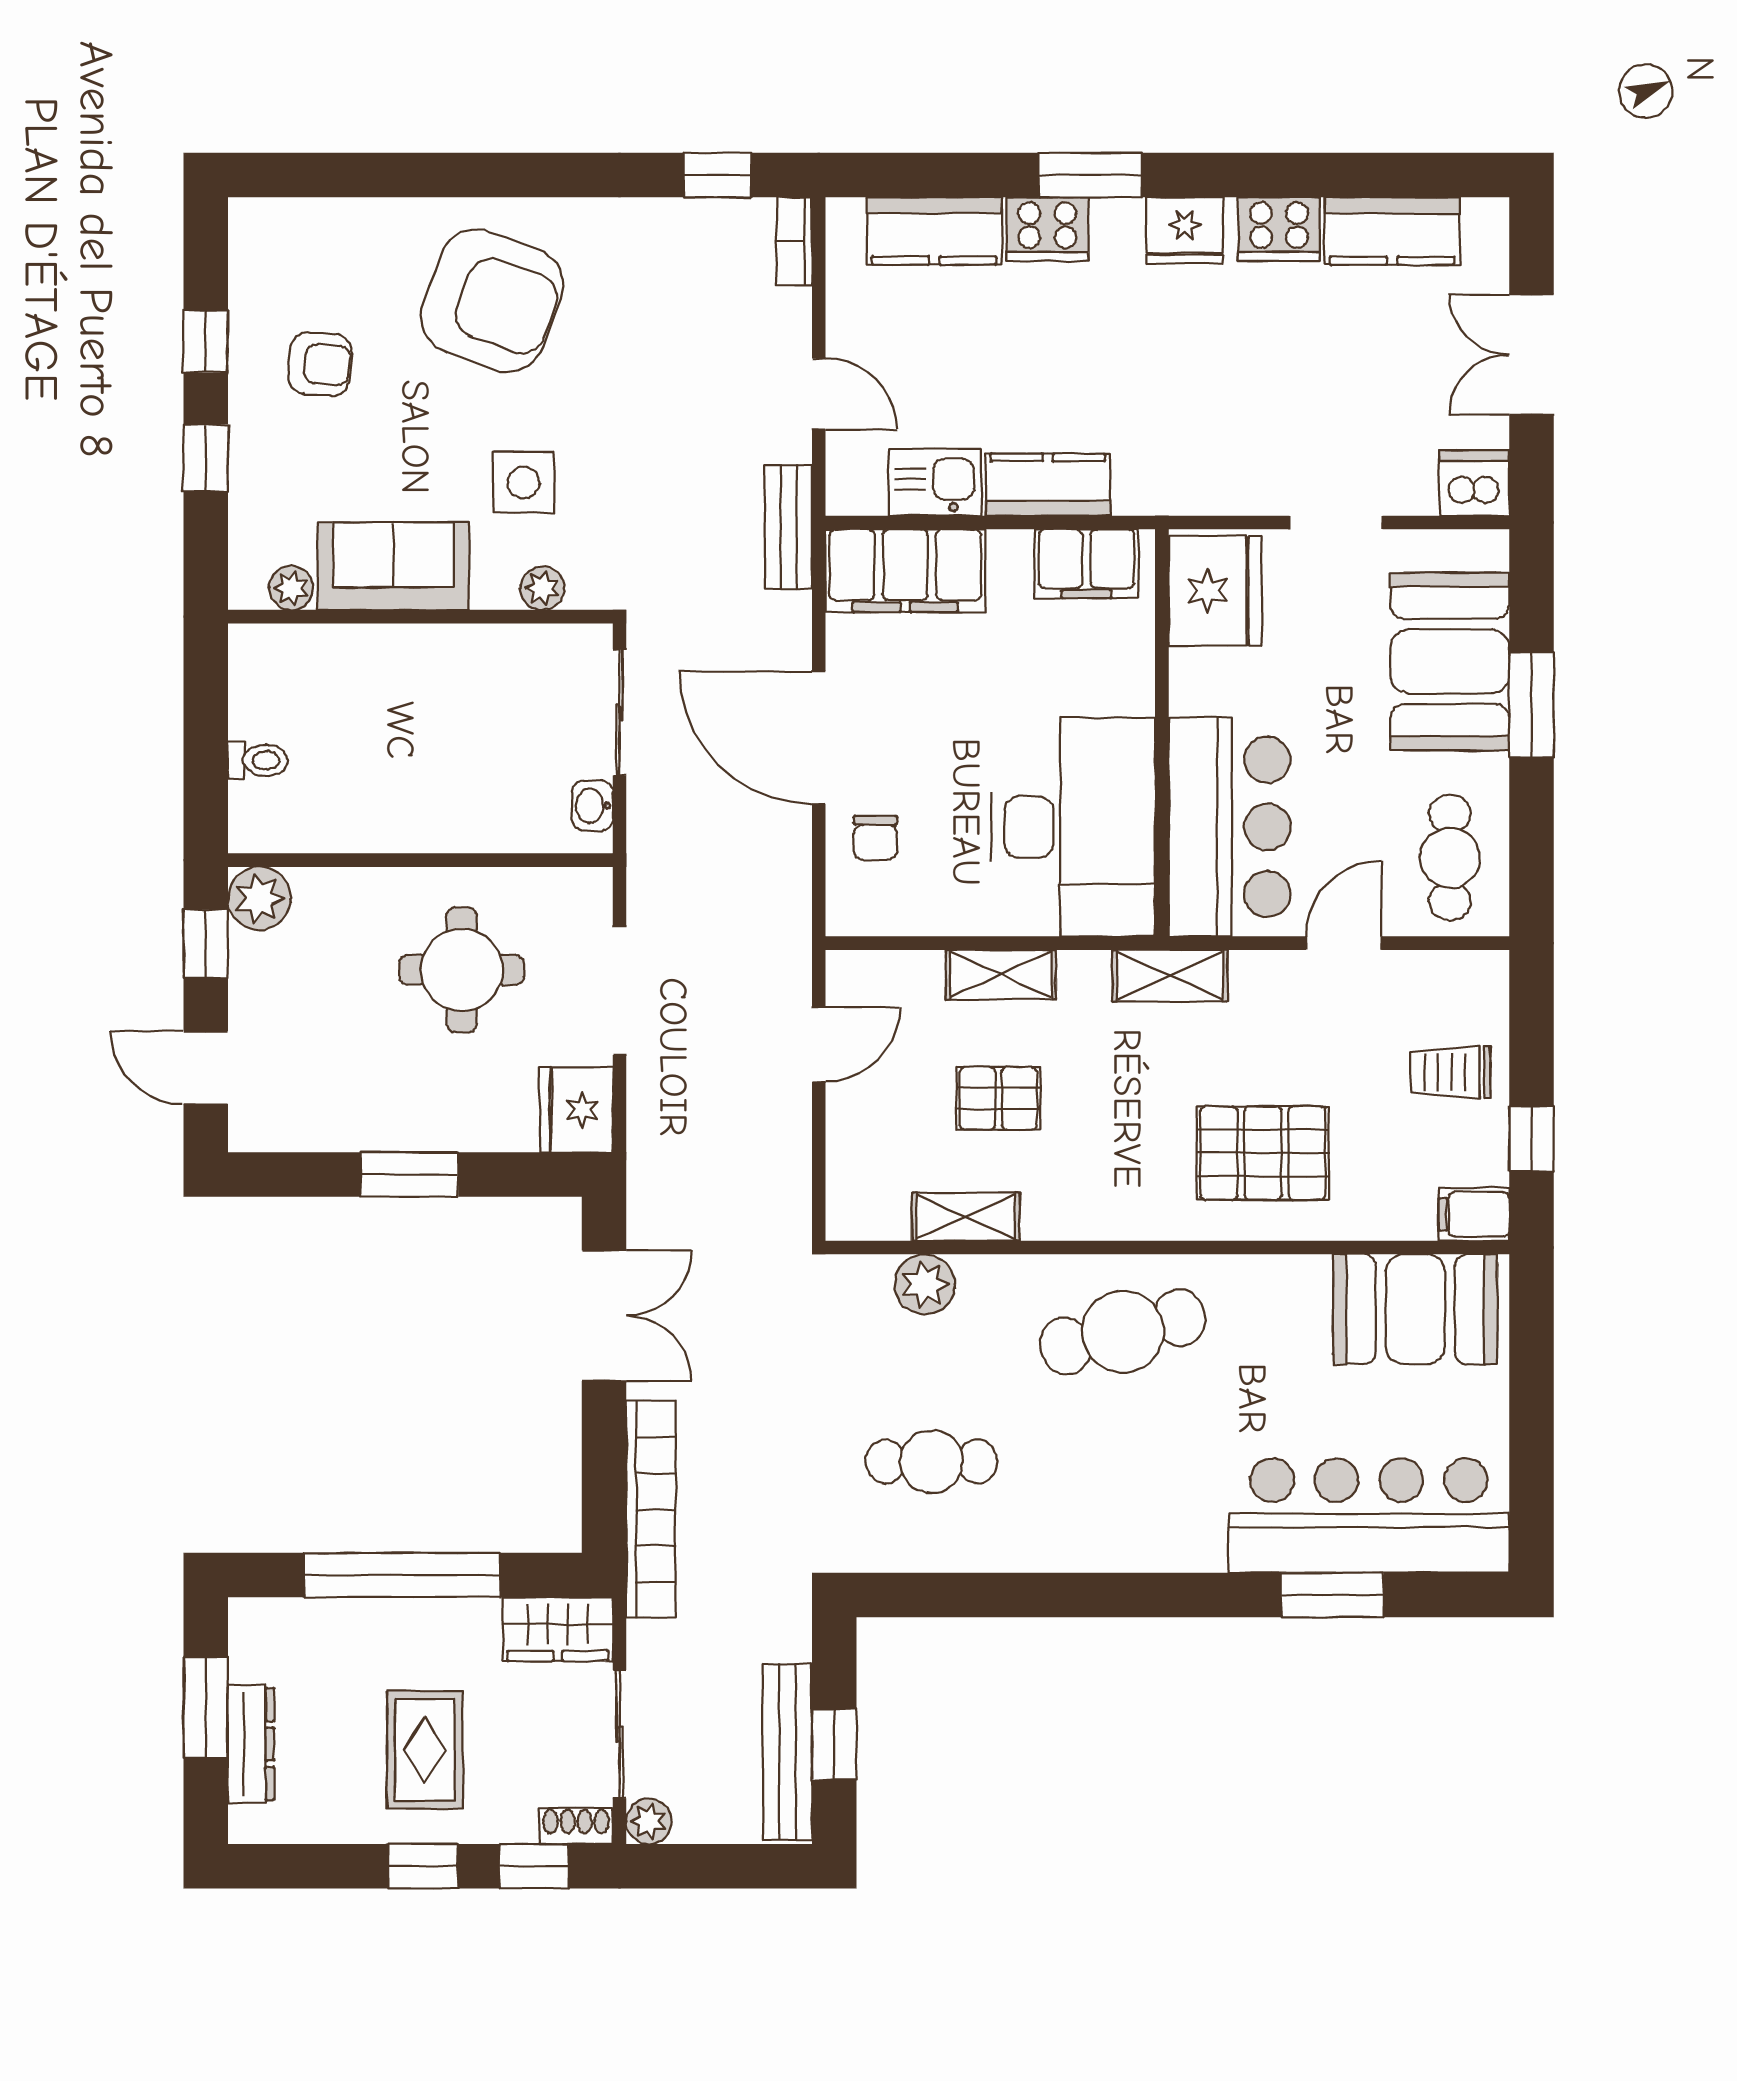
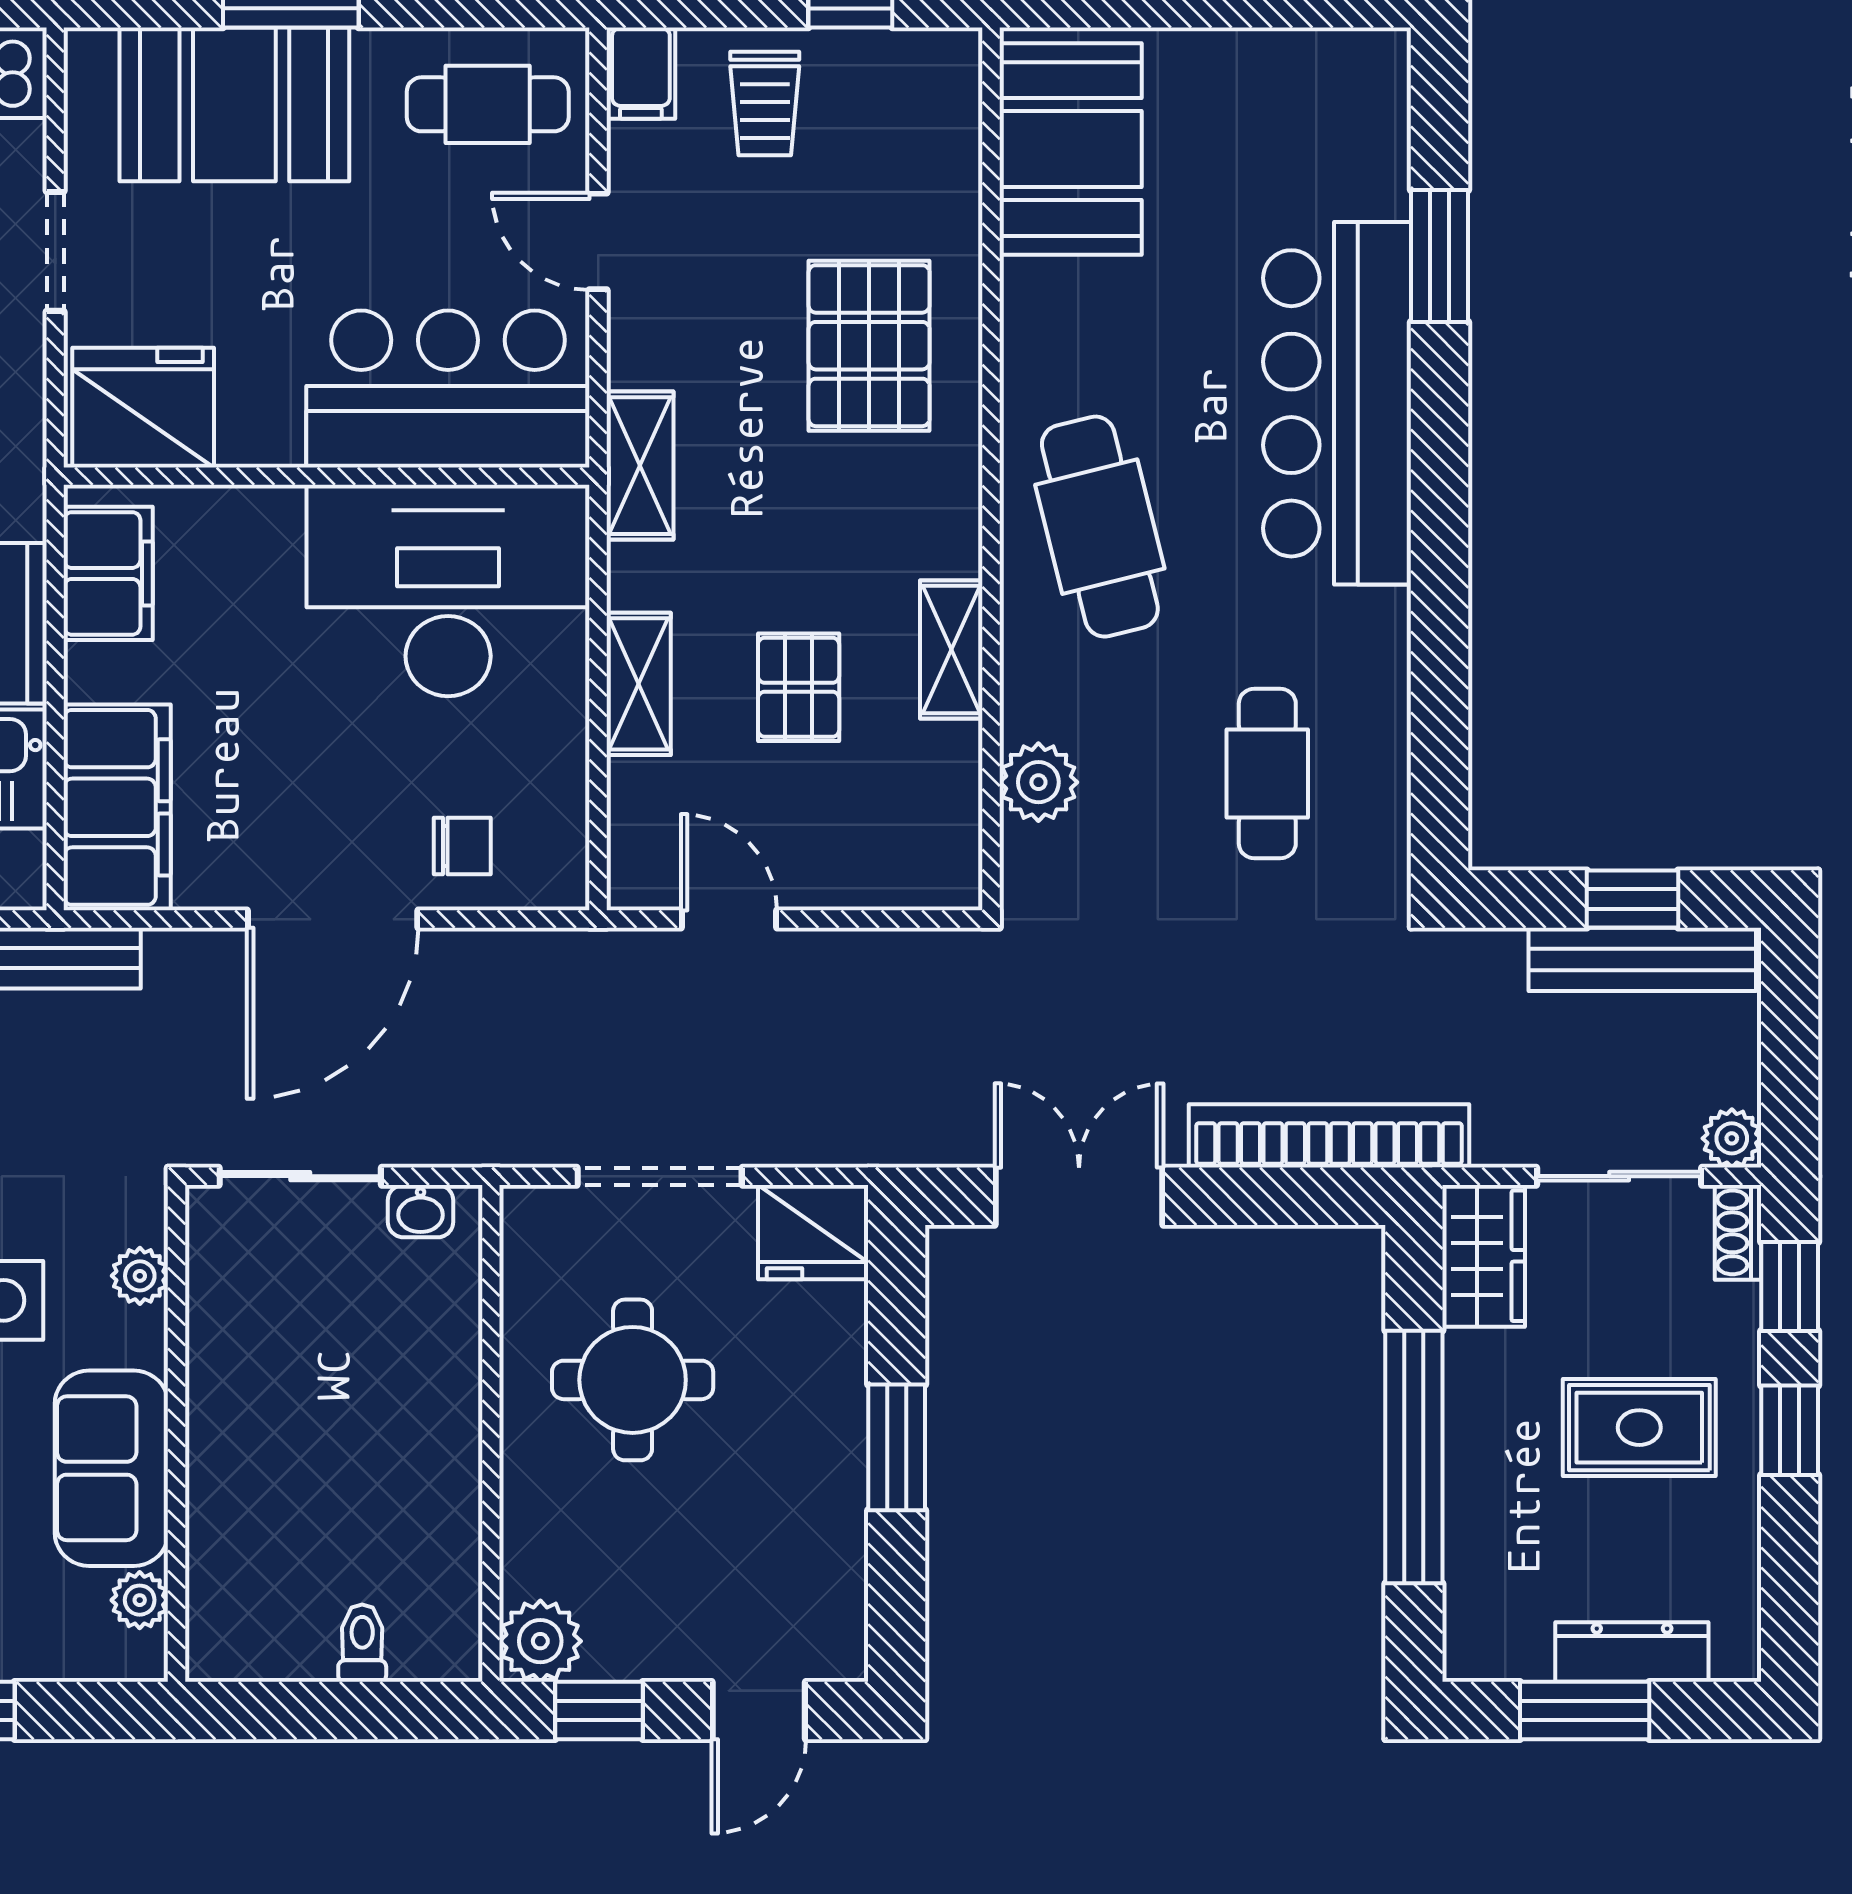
filing cabinet: (1474, 1214) -> (641, 73), moved
shelving: (966, 1217) -> (951, 650), moved
bar counter: (1369, 1516) -> (1337, 403), moved

